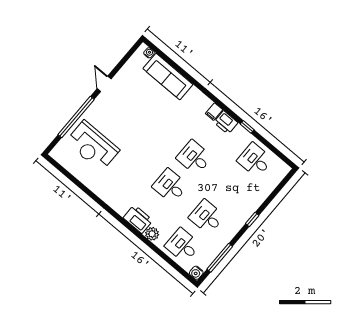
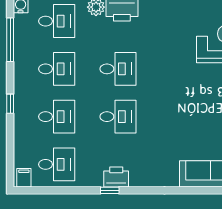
filing cabinet: (214, 112) -> (24, 178), moved
window: (247, 127) -> (110, 190), moved
desk: (231, 188) -> (57, 117), added

